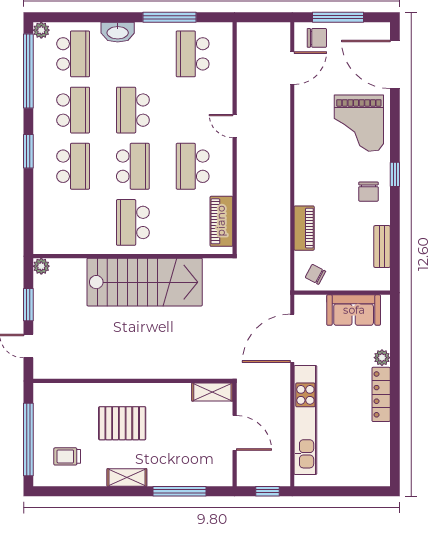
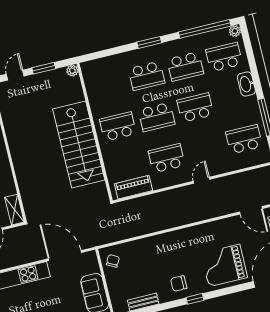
school desk: (73, 54) -> (224, 57), turned 180
piano: (304, 228) -> (143, 245), removed

